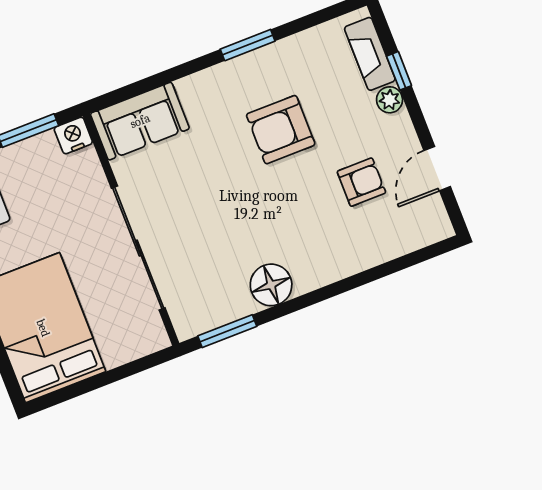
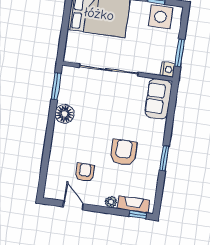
window: (399, 71) -> (138, 215), moved
armchair: (361, 182) -> (85, 172), turned 180

